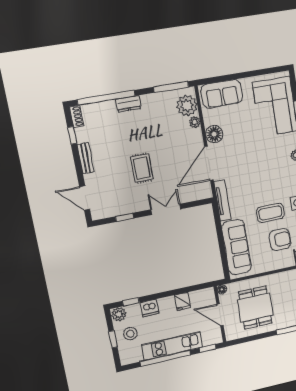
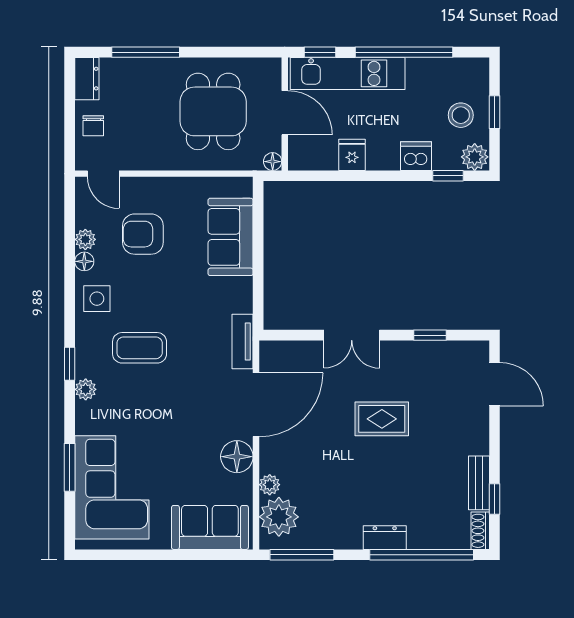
bench: (85, 158) -> (479, 483), moved
rug: (142, 168) -> (382, 419), turned 90
tv unit: (222, 201) -> (243, 342), width x0.71
coffee table: (270, 213) -> (140, 348), moved
sofa: (236, 247) -> (231, 237), width x0.73
kitchen unit: (172, 346) -> (348, 73), moved

